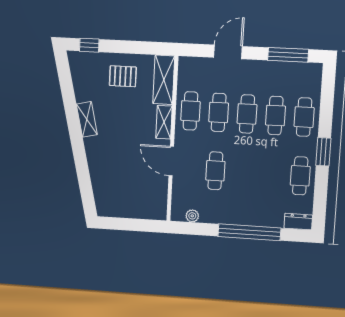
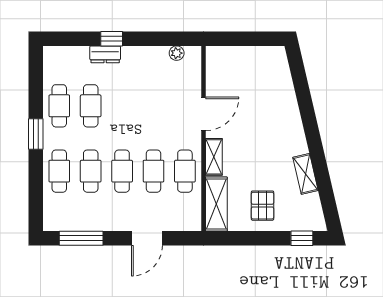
pallet: (123, 76) -> (262, 206), turned 90
shelving: (87, 119) -> (305, 174), moved
door: (171, 161) -> (203, 114), hinge flipped
cafe table: (215, 171) -> (91, 106), moved
dresser: (298, 222) -> (105, 54), moved
window: (249, 232) -> (112, 39), width x0.32

